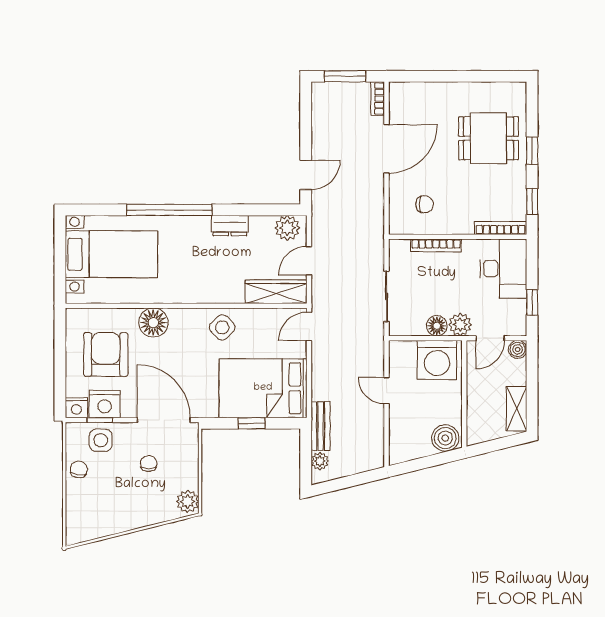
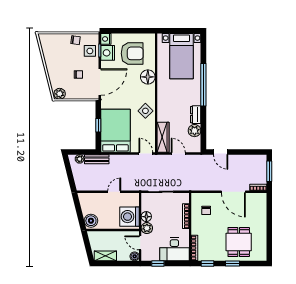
plant: (287, 228) -> (195, 131), moved

